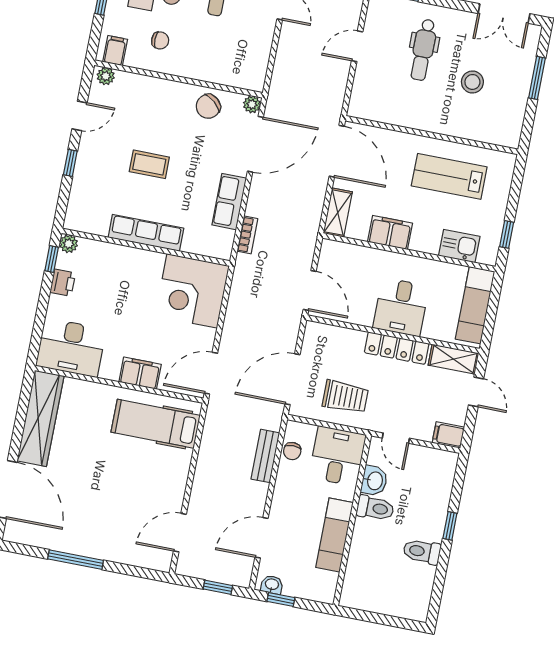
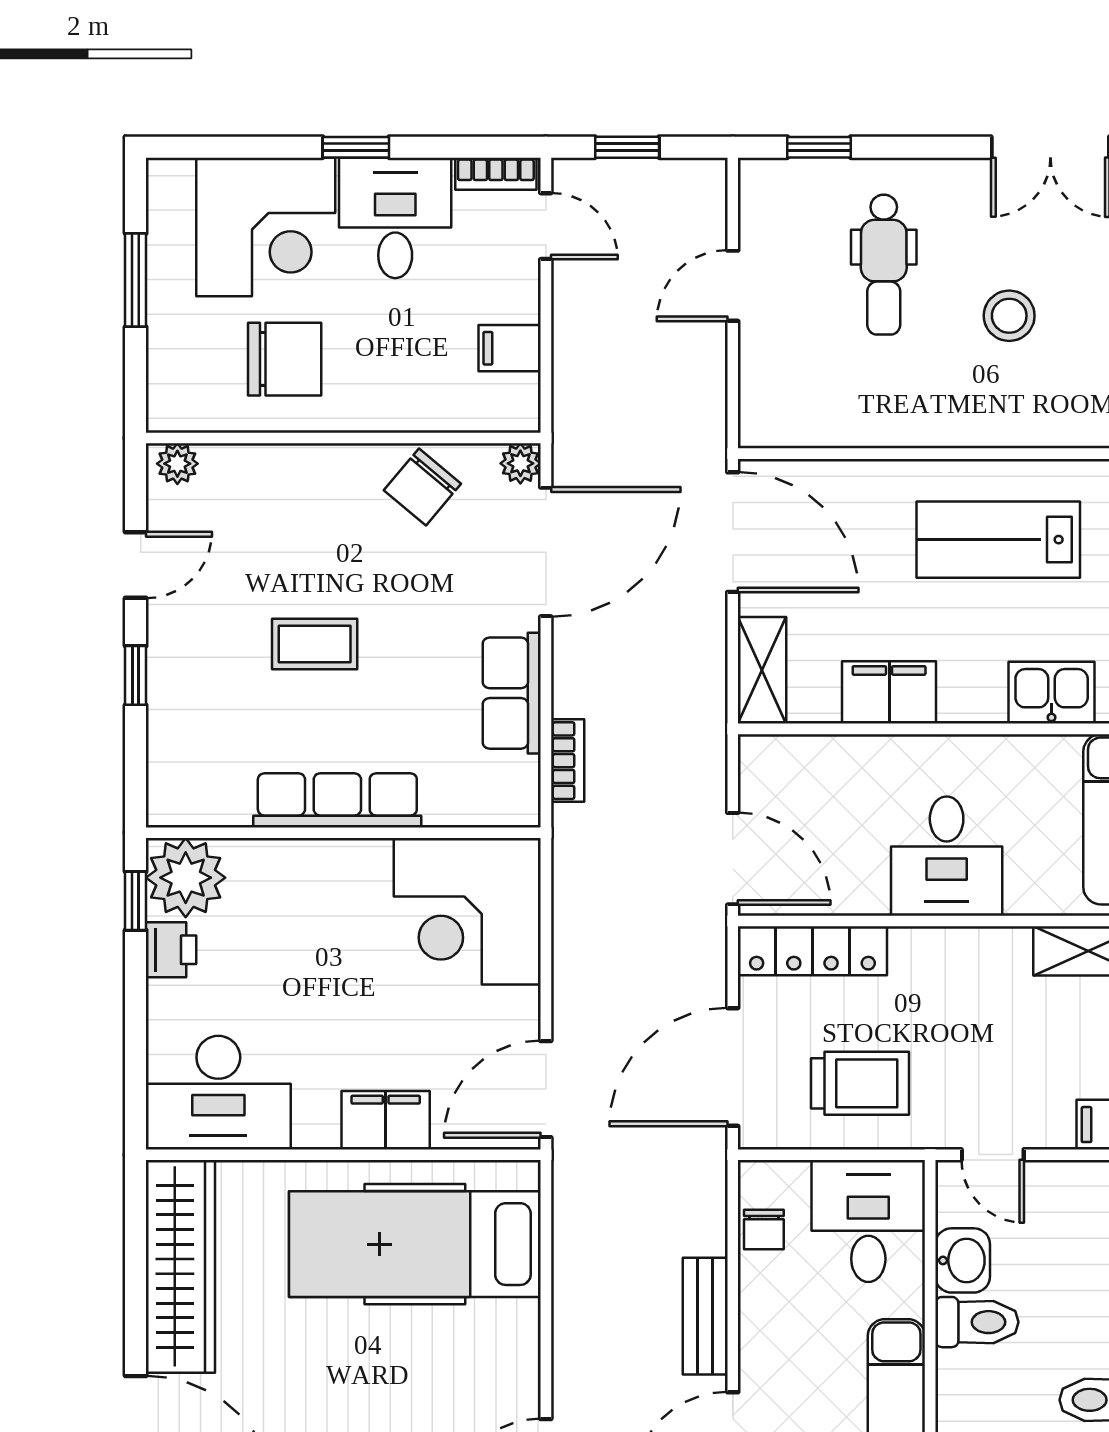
chair: (160, 40) -> (285, 359), width x1.87, depth x1.87
filing cabinet: (115, 51) -> (510, 348), moved, turned -90
plant: (69, 244) -> (186, 878), width x1.87, depth x1.87
locker: (397, 348) -> (812, 951), moved
hospital bed: (156, 424) -> (415, 1244), width x1.37, depth x1.29
bench: (265, 456) -> (705, 1316), moved

